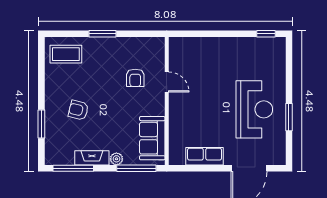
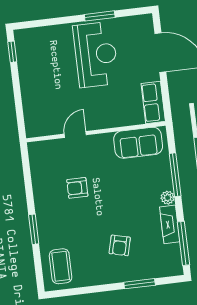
armchair: (135, 78) -> (77, 188), turned 180
door: (167, 82) -> (75, 134), moved
wall: (167, 101) -> (96, 132), moved
reception desk: (254, 109) -> (96, 54), turned 90
sofa: (152, 138) -> (138, 143), moved

